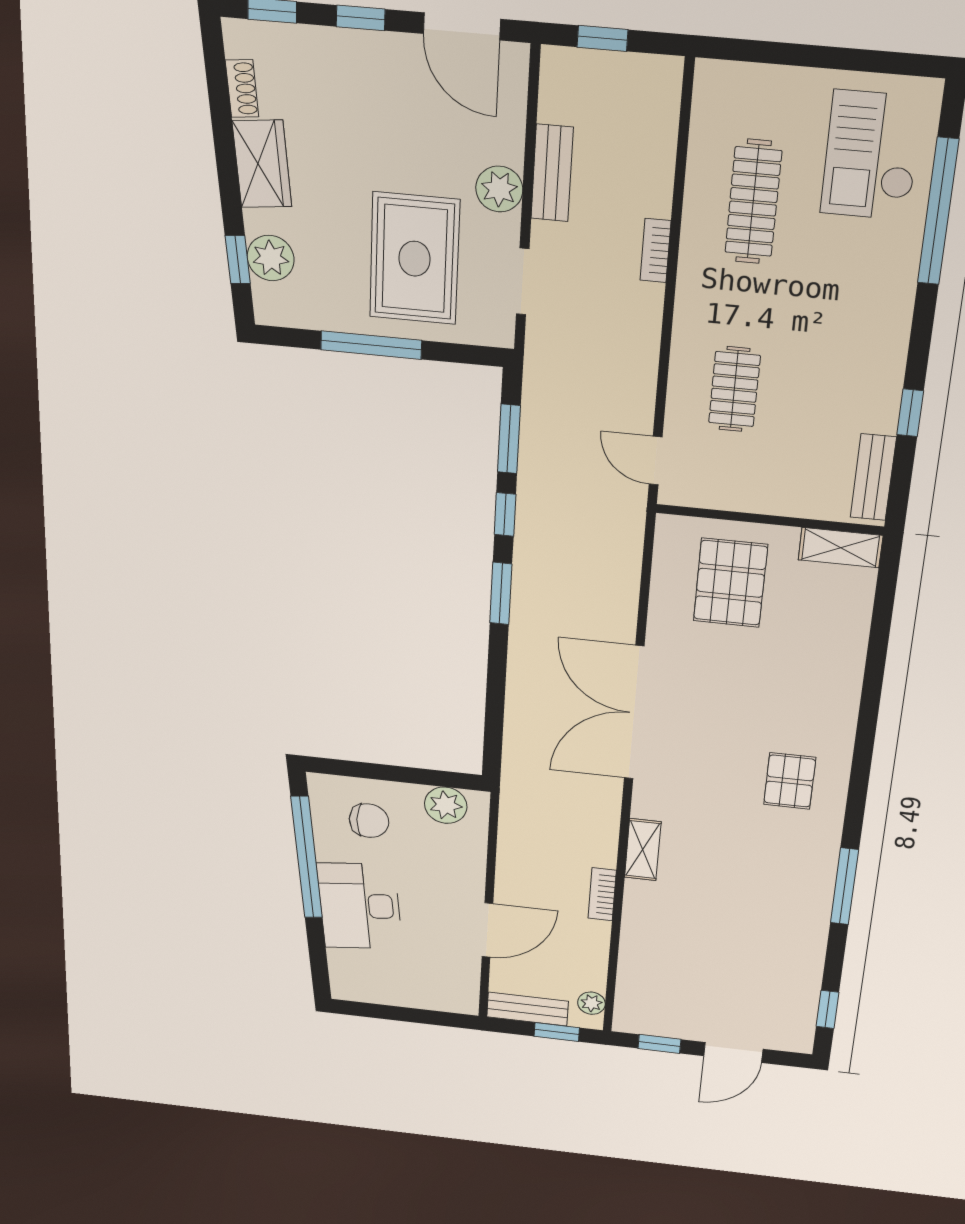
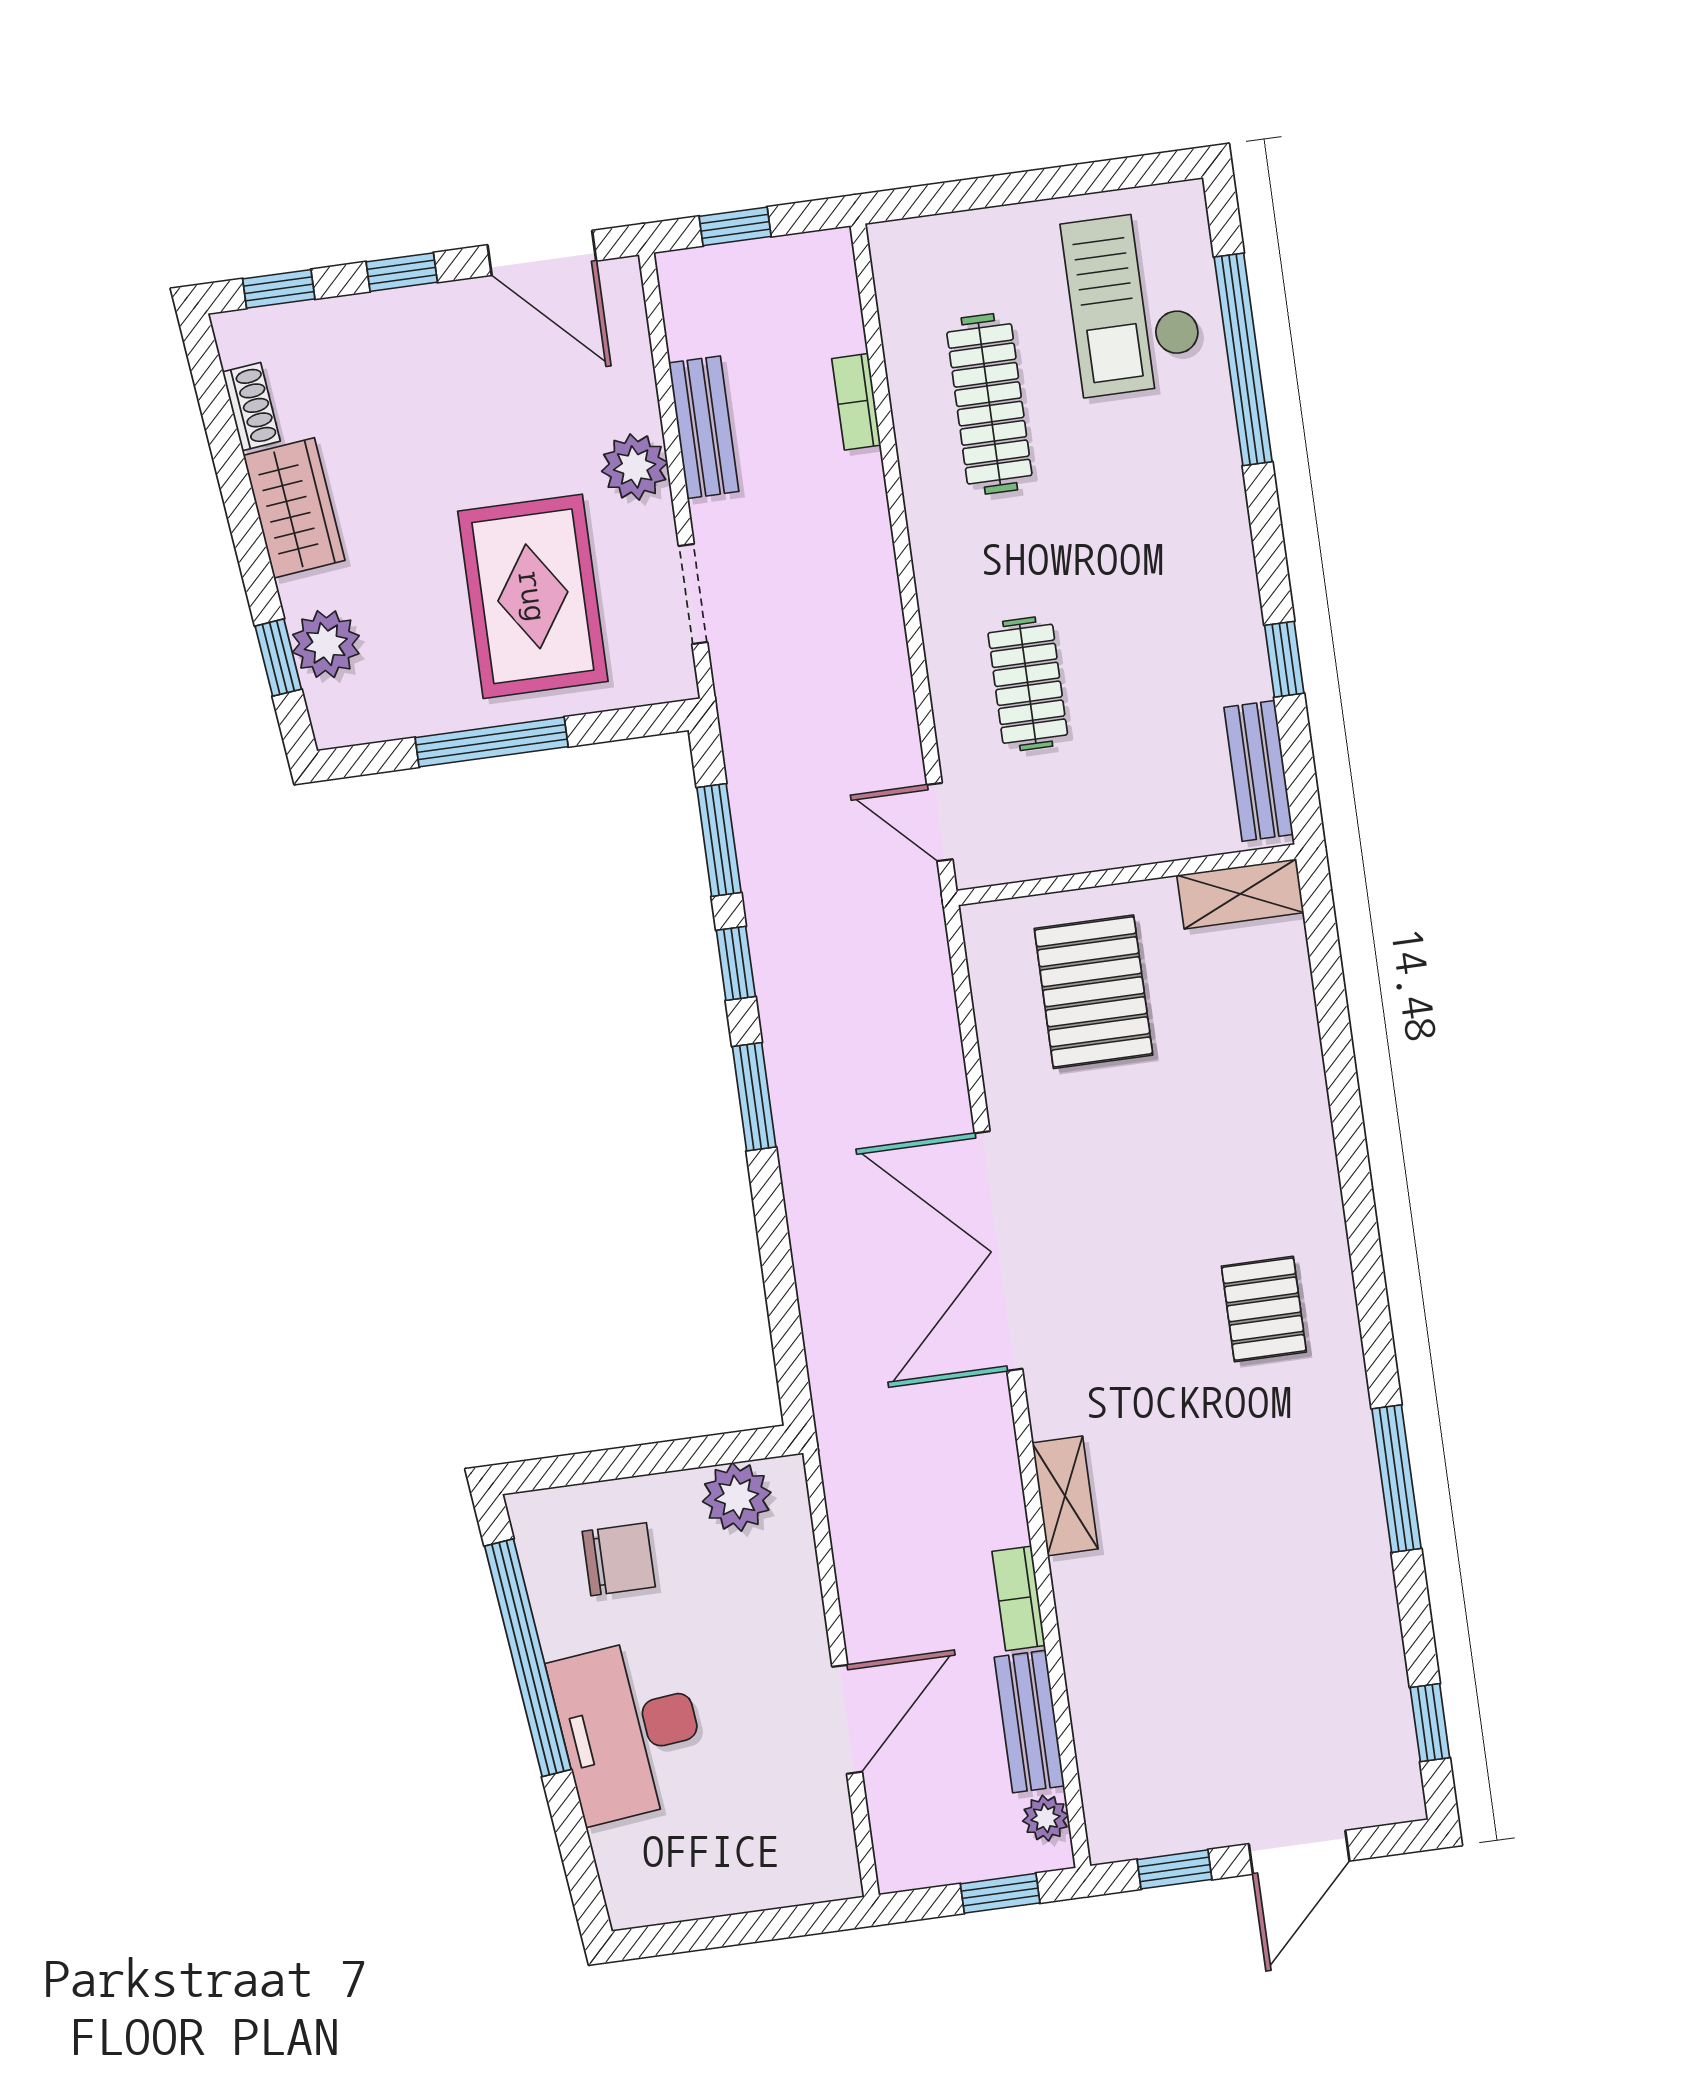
bookcase: (656, 251) -> (856, 402), moved
bench: (527, 1009) -> (1029, 1721), moved, turned 90

